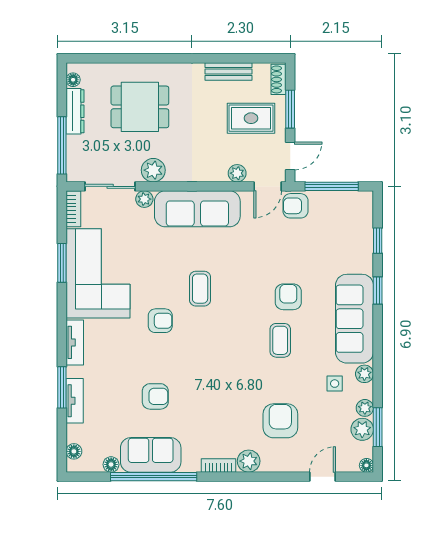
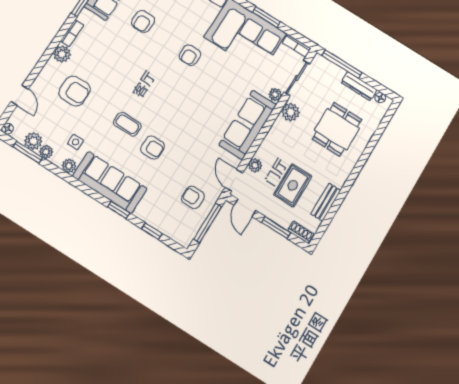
rug: (251, 118) -> (293, 185), moved
armchair: (295, 206) -> (193, 197), moved, turned -90
coffee table: (200, 289) -> (194, 94), removed

